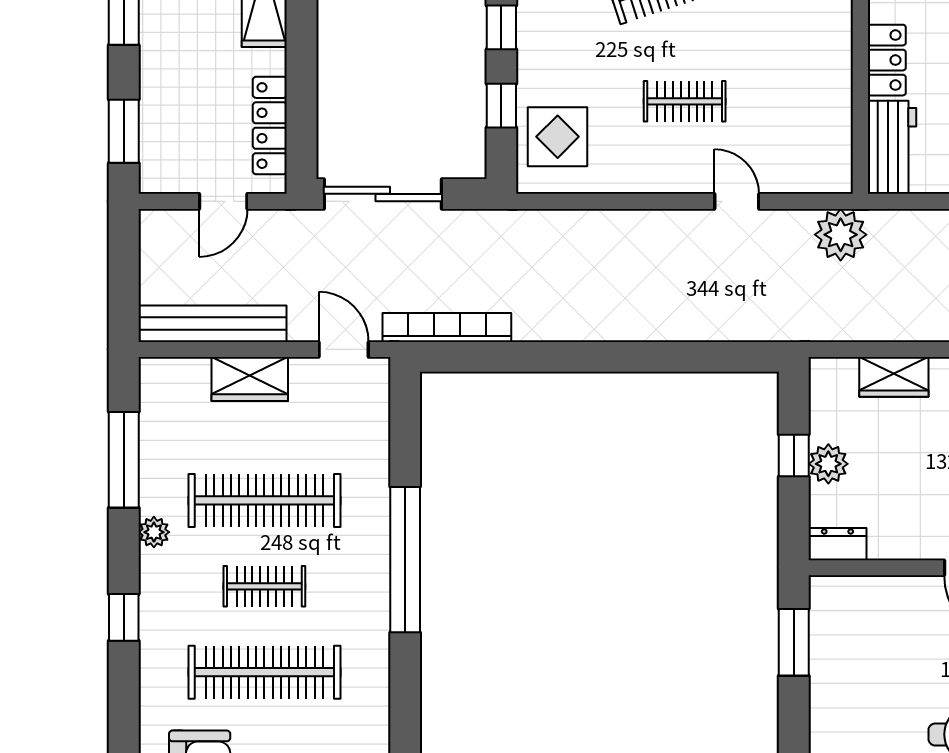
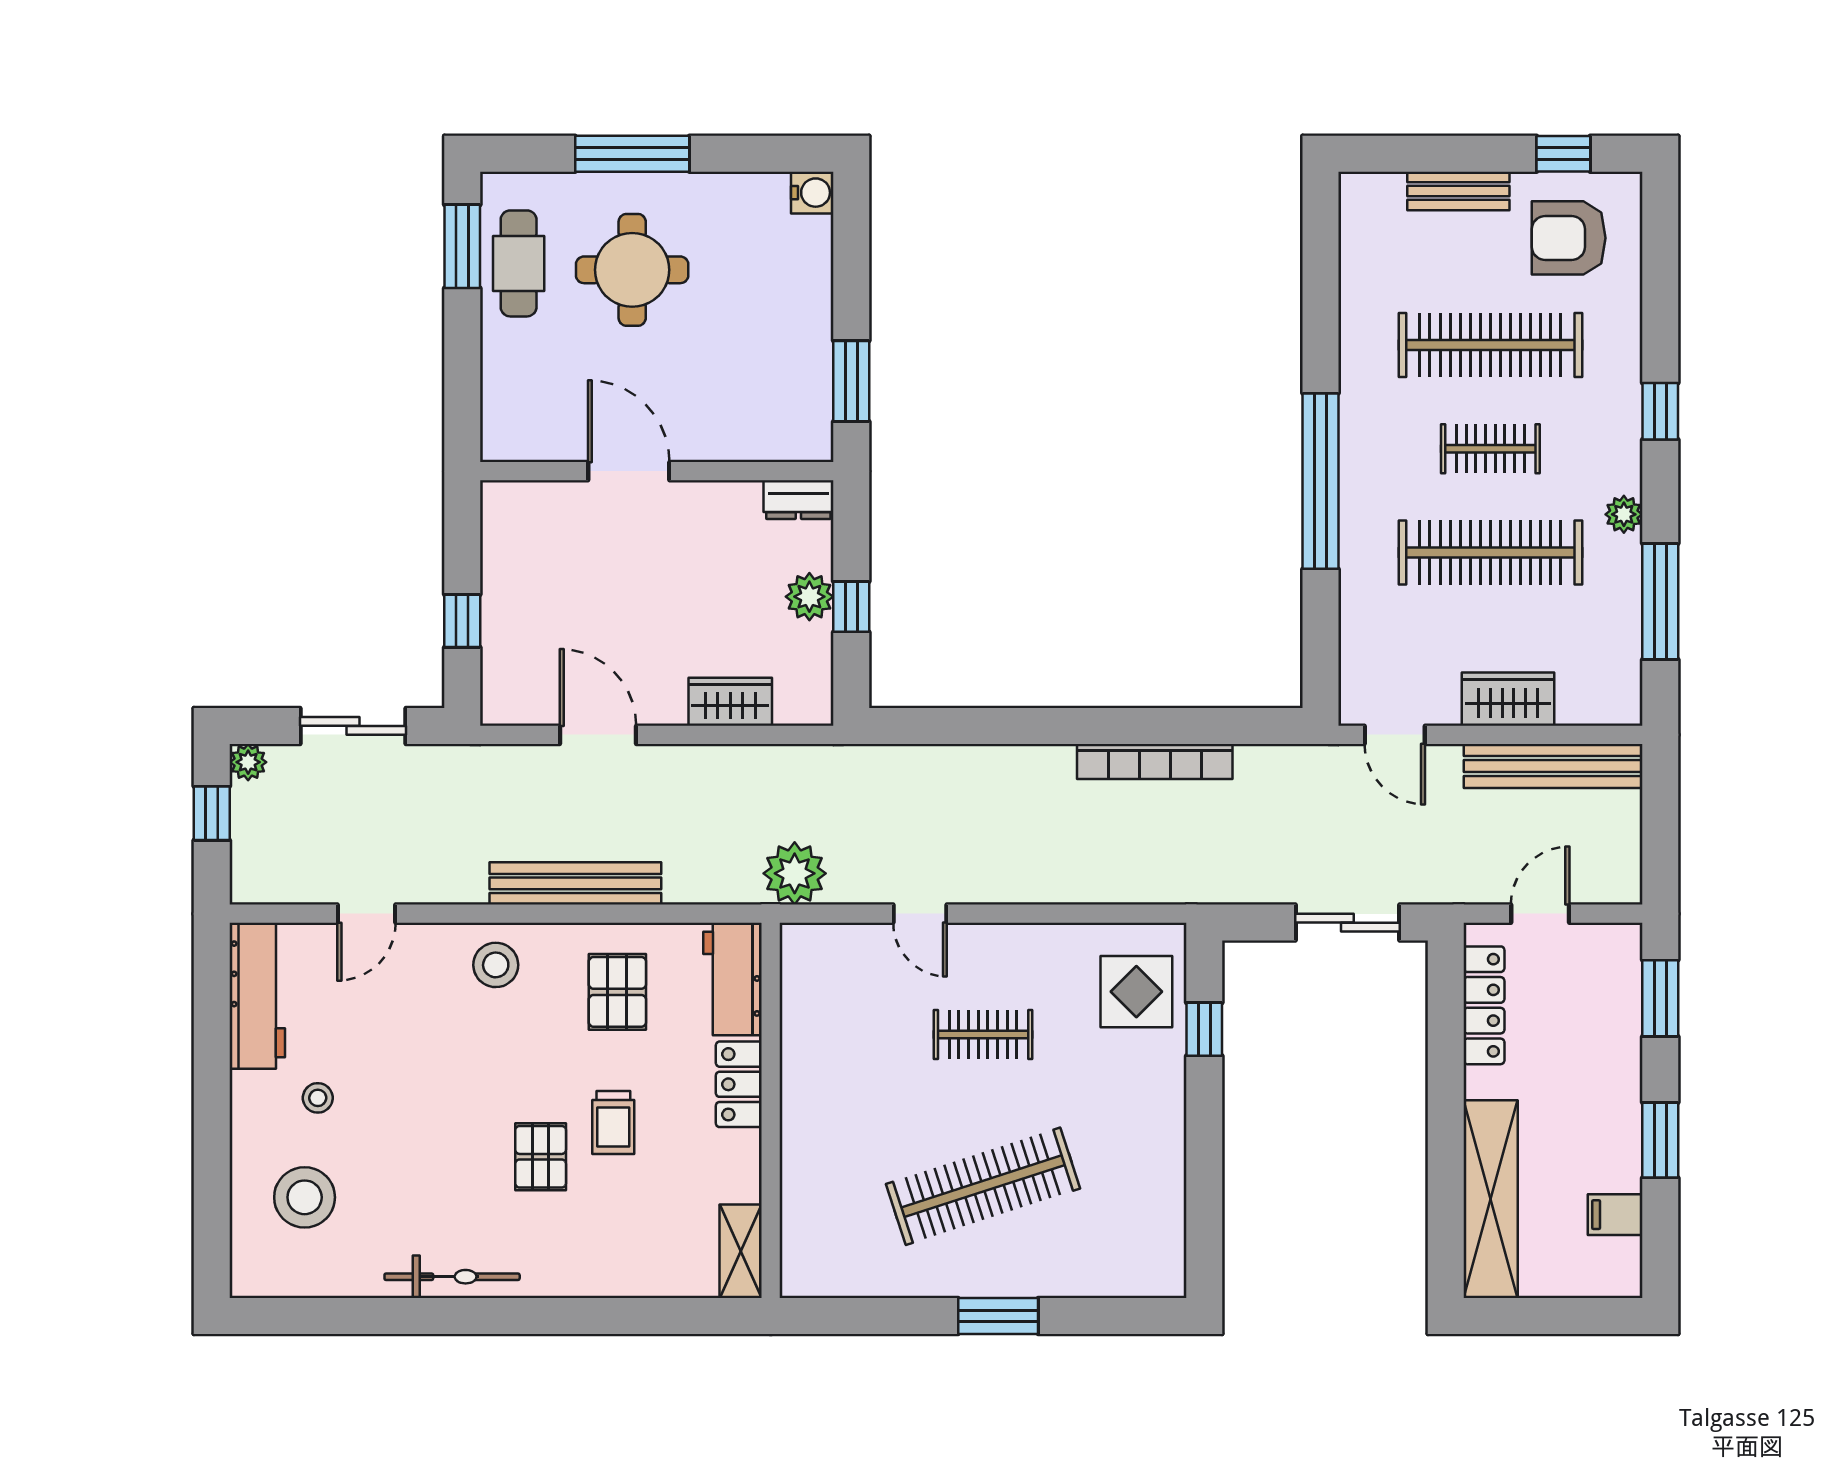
window: (501, 27) -> (1204, 1124), removed
sliding door: (383, 194) -> (1347, 923), width x0.73
bookcase: (447, 327) -> (1155, 761), moved

